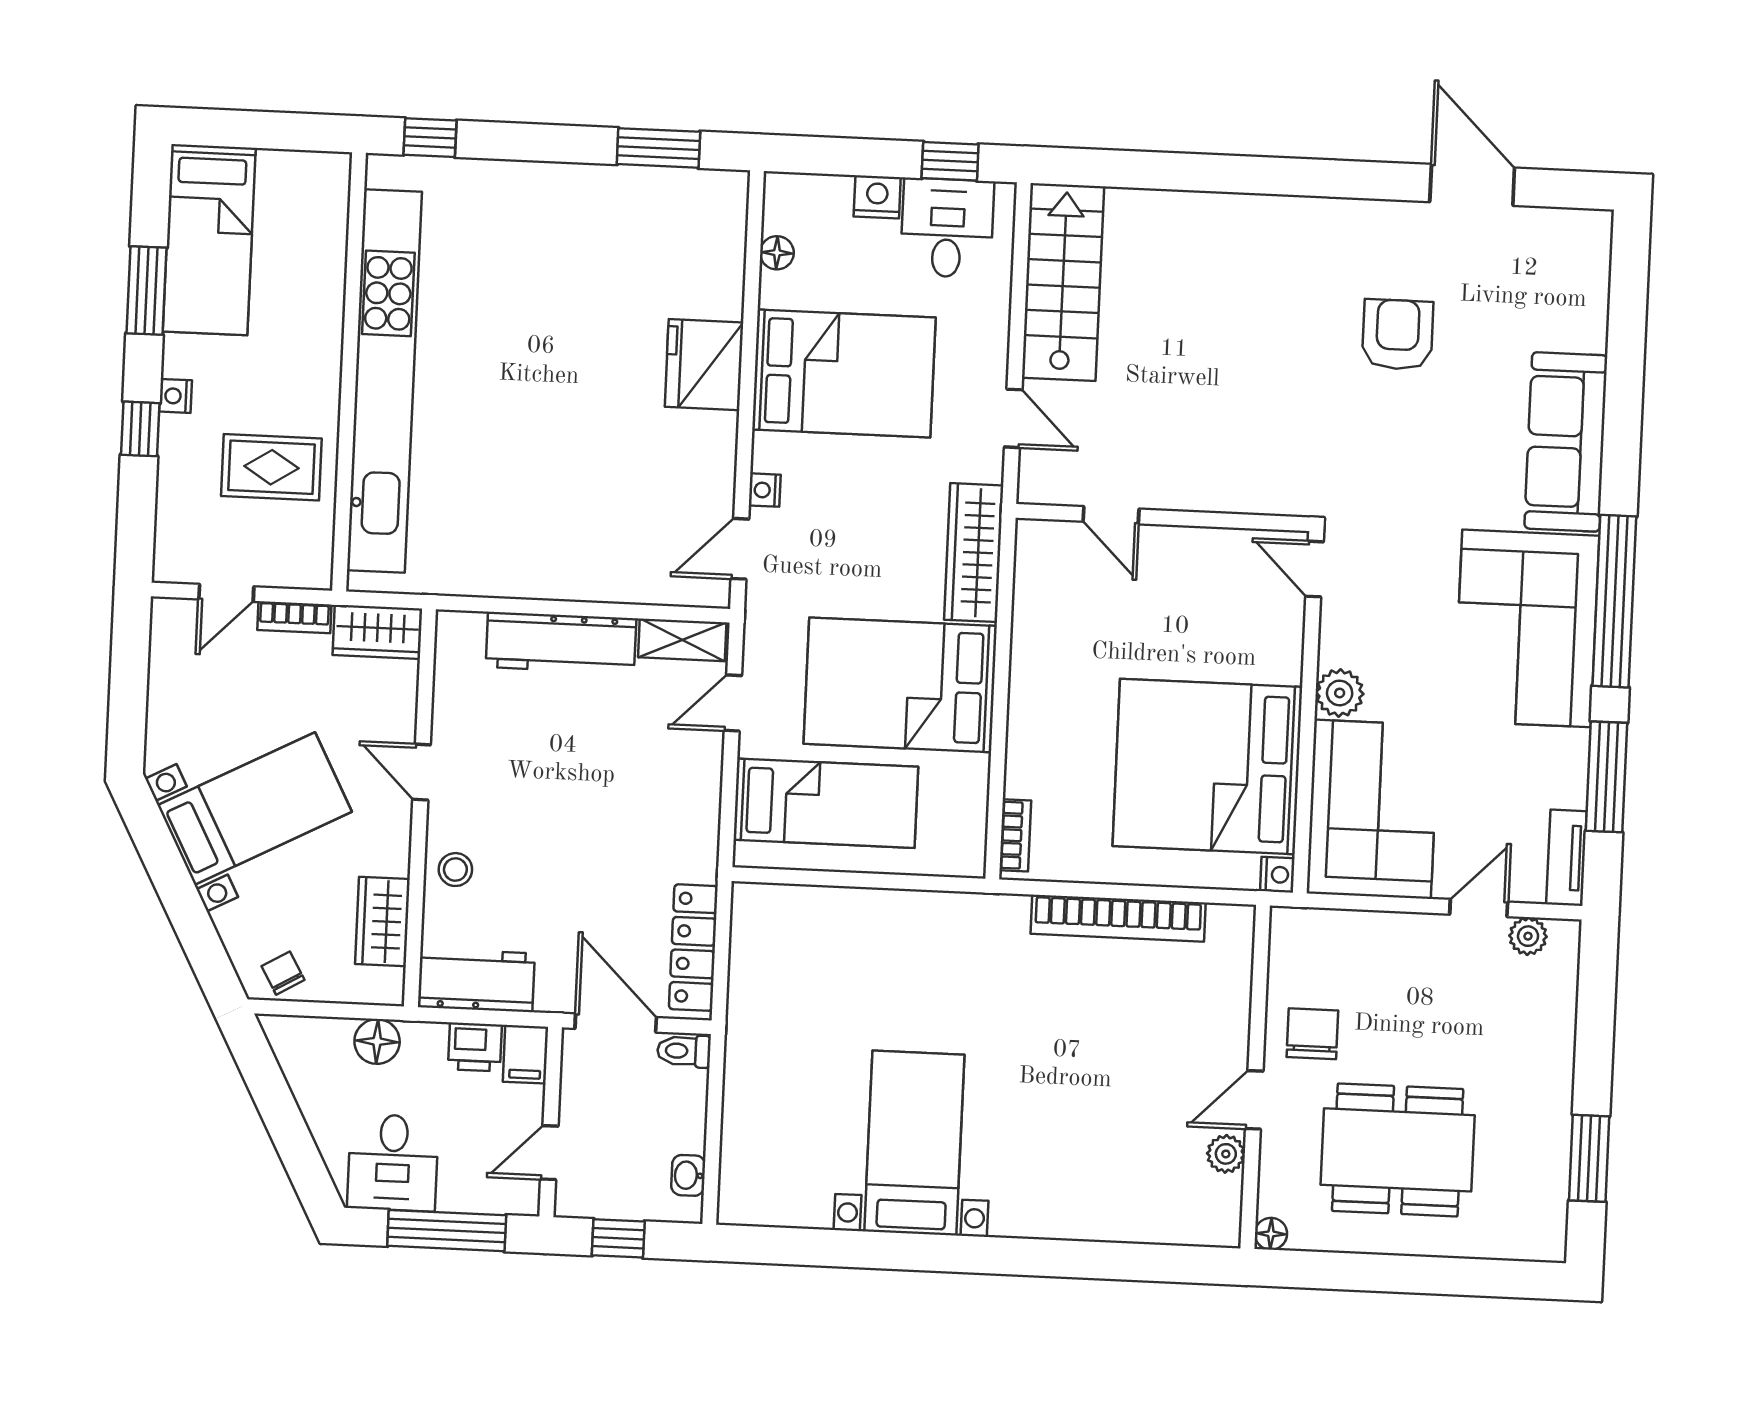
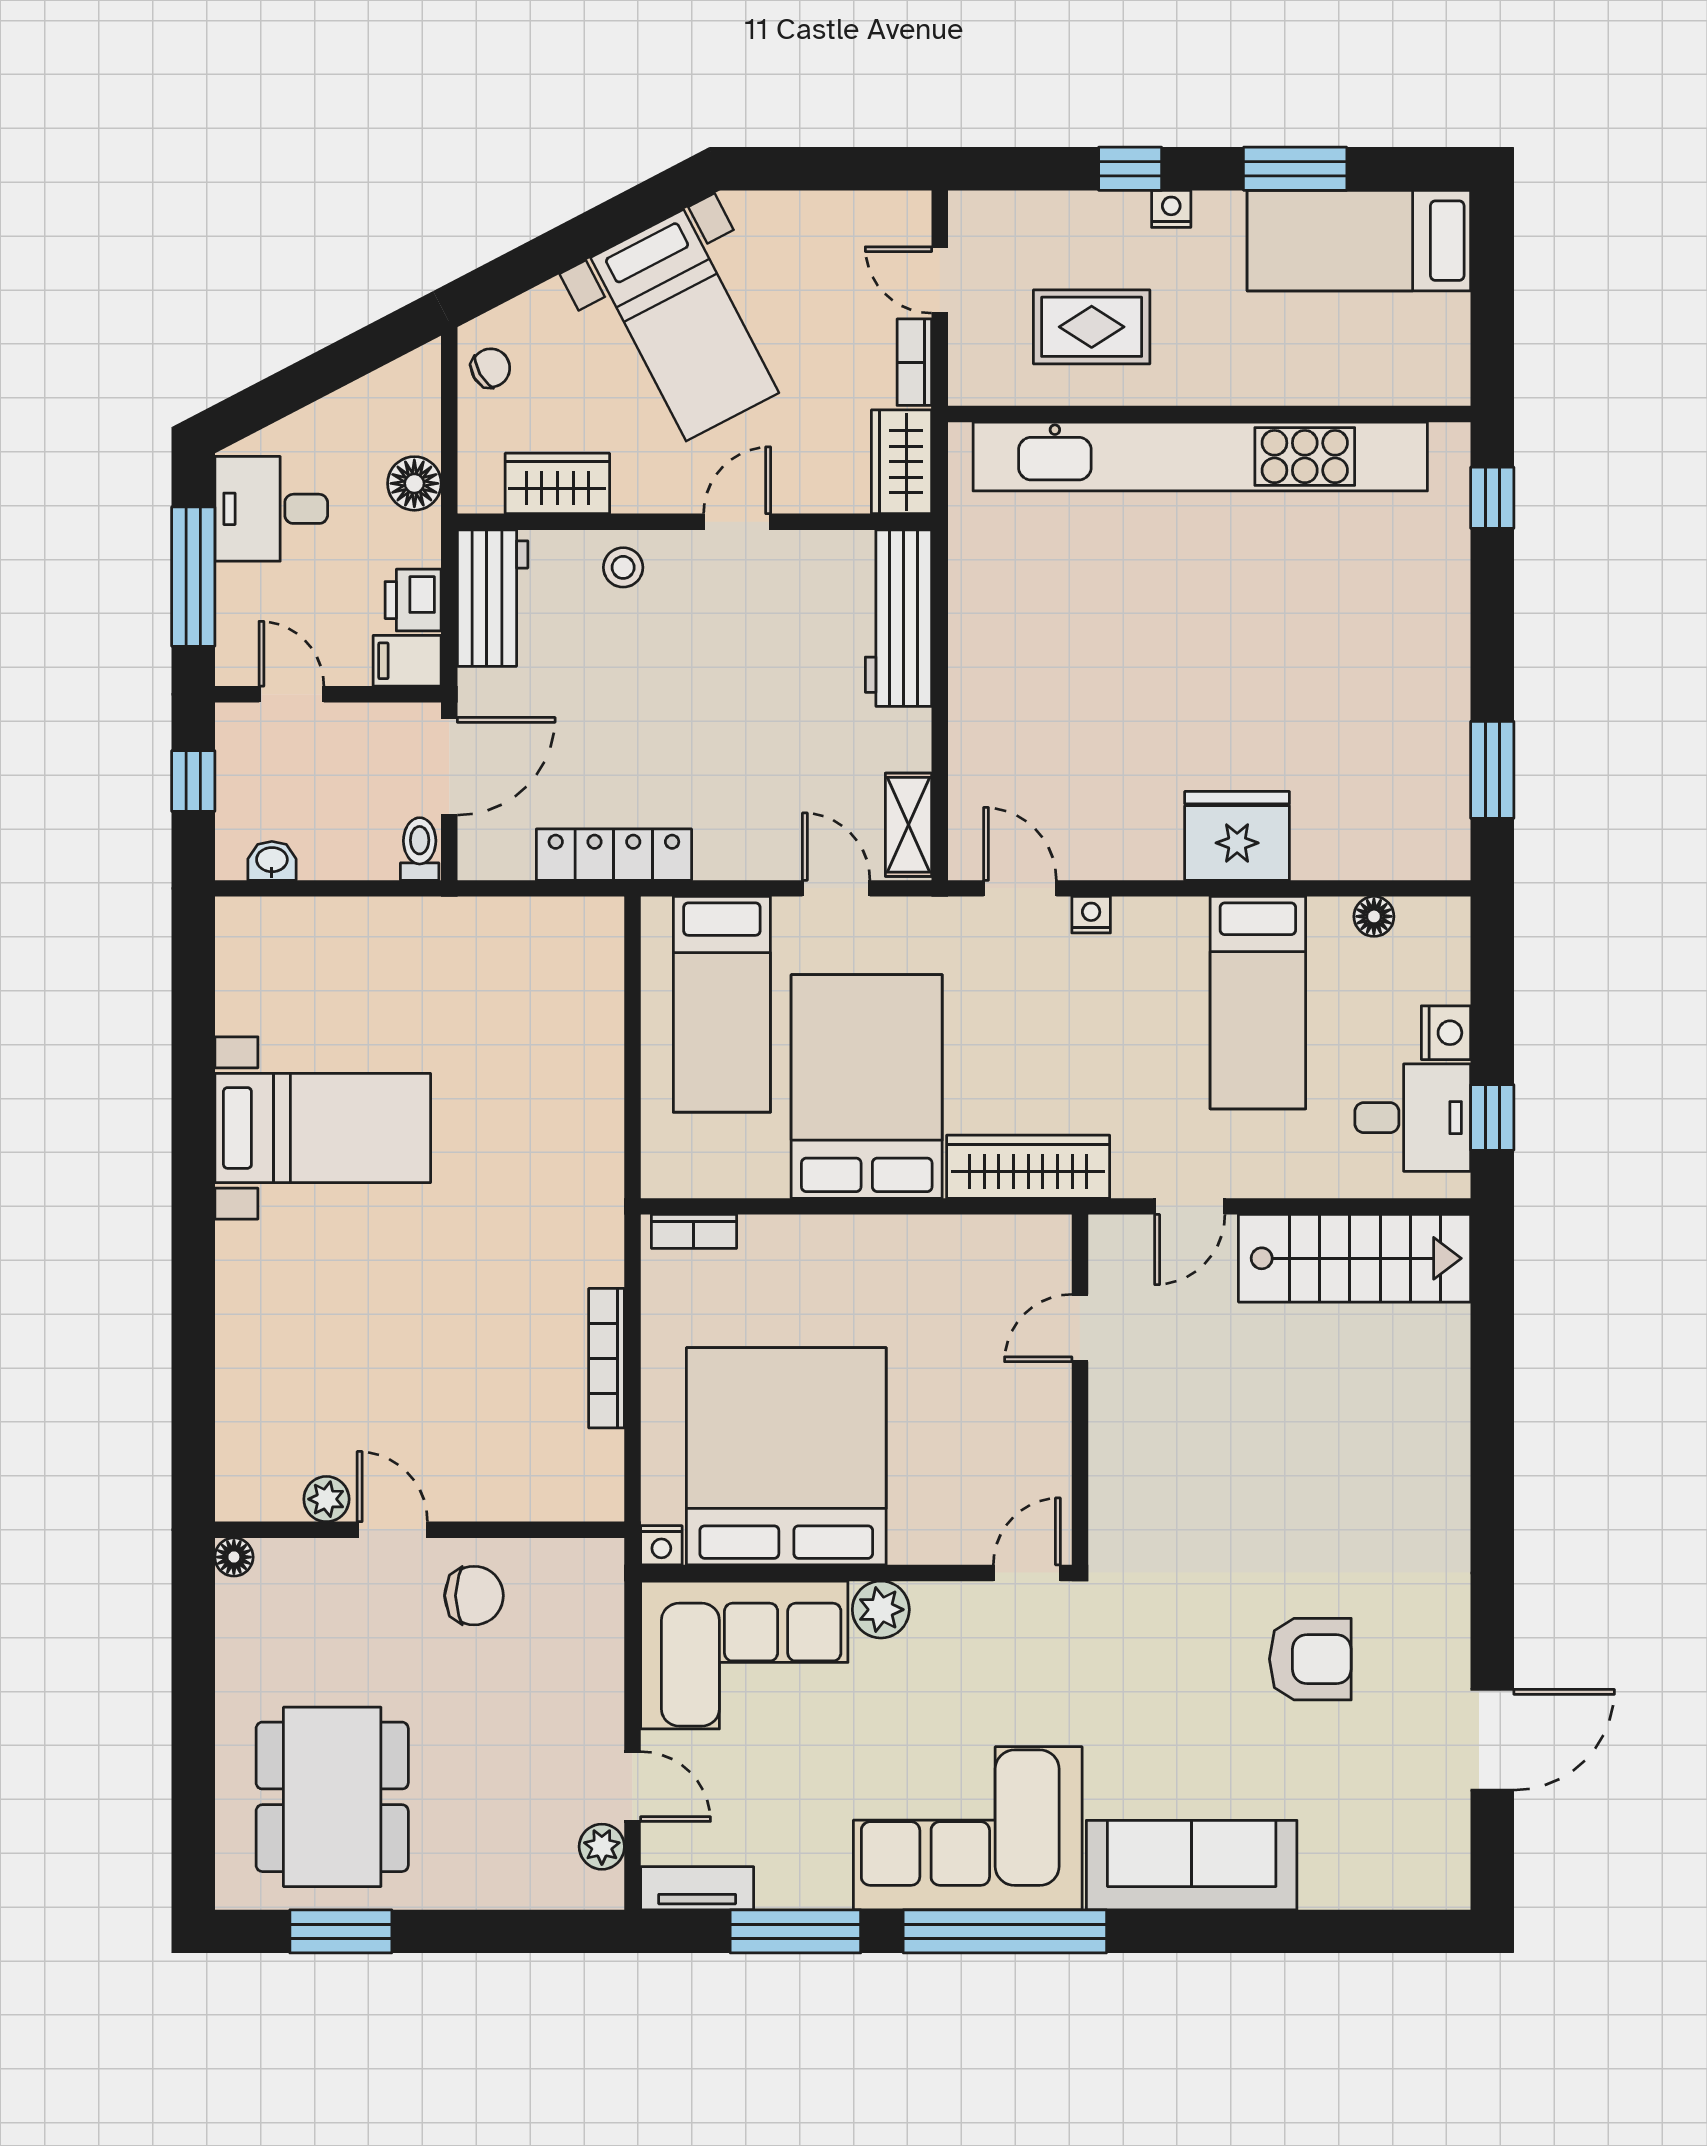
bed: (844, 374) -> (1258, 1003), width x0.67
rug: (271, 467) -> (1092, 327), turned 90
workbench: (561, 643) -> (899, 618), moved
bookcase: (1118, 918) -> (607, 1358), width x0.68, depth x0.76
locker: (693, 948) -> (614, 855), moved
dining table: (1398, 1150) -> (332, 1797), moved

